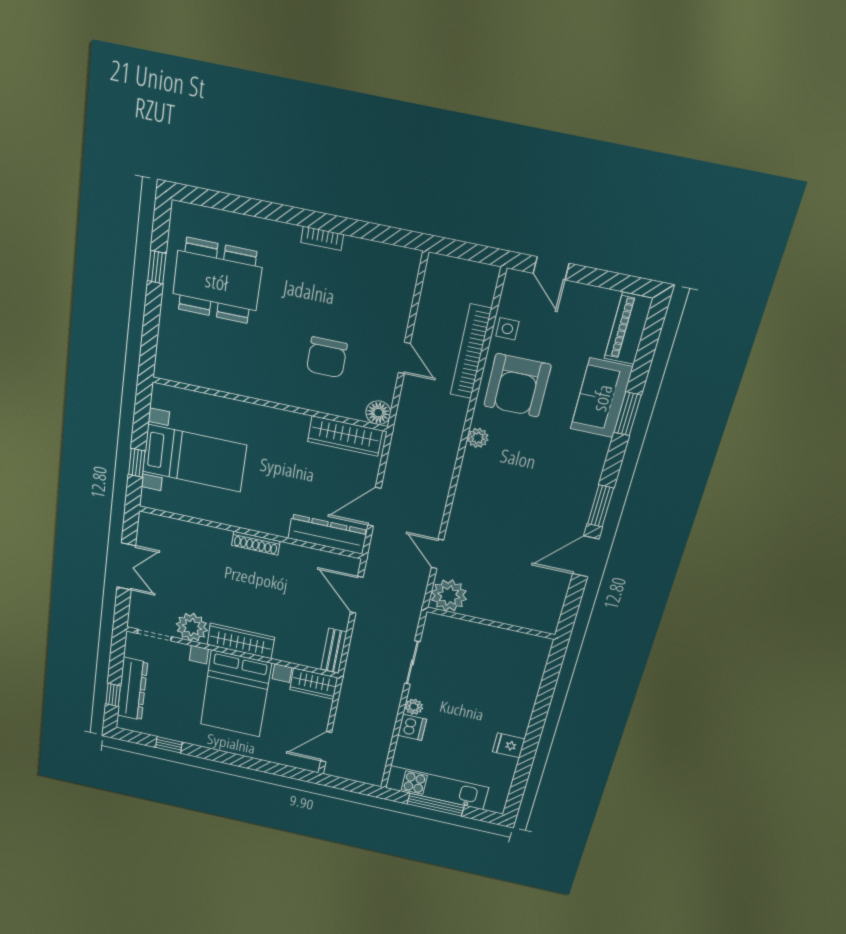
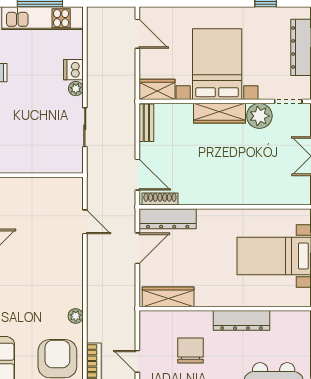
dresser: (249, 384) -> (242, 320), added
floor lamp: (378, 413) -> (148, 319), removed
shoe rack: (256, 543) -> (160, 199), moved
plant: (449, 595) -> (69, 191), removed
door: (326, 747) -> (137, 34), hinge flipped

